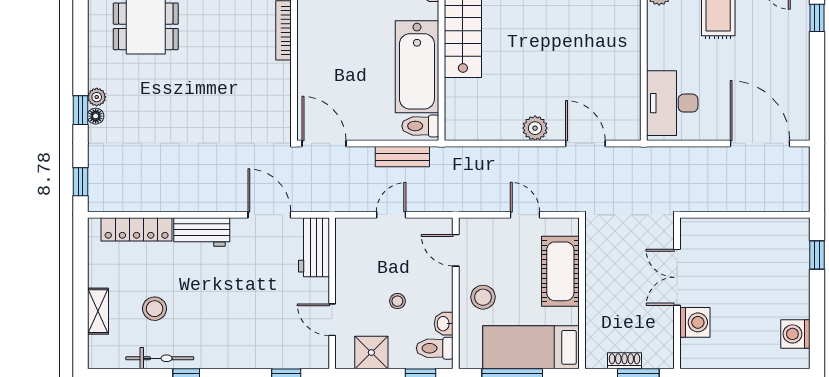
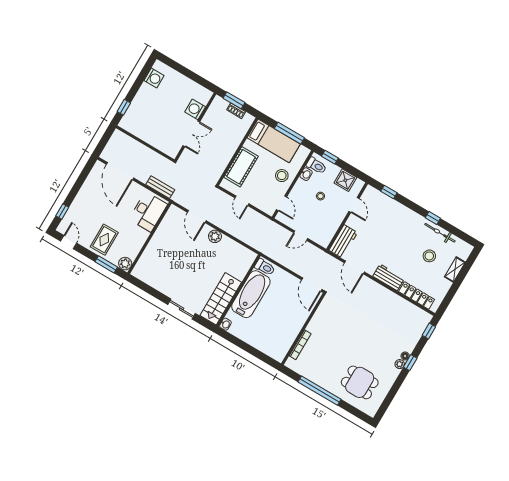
bench: (402, 157) -> (160, 187), moved

